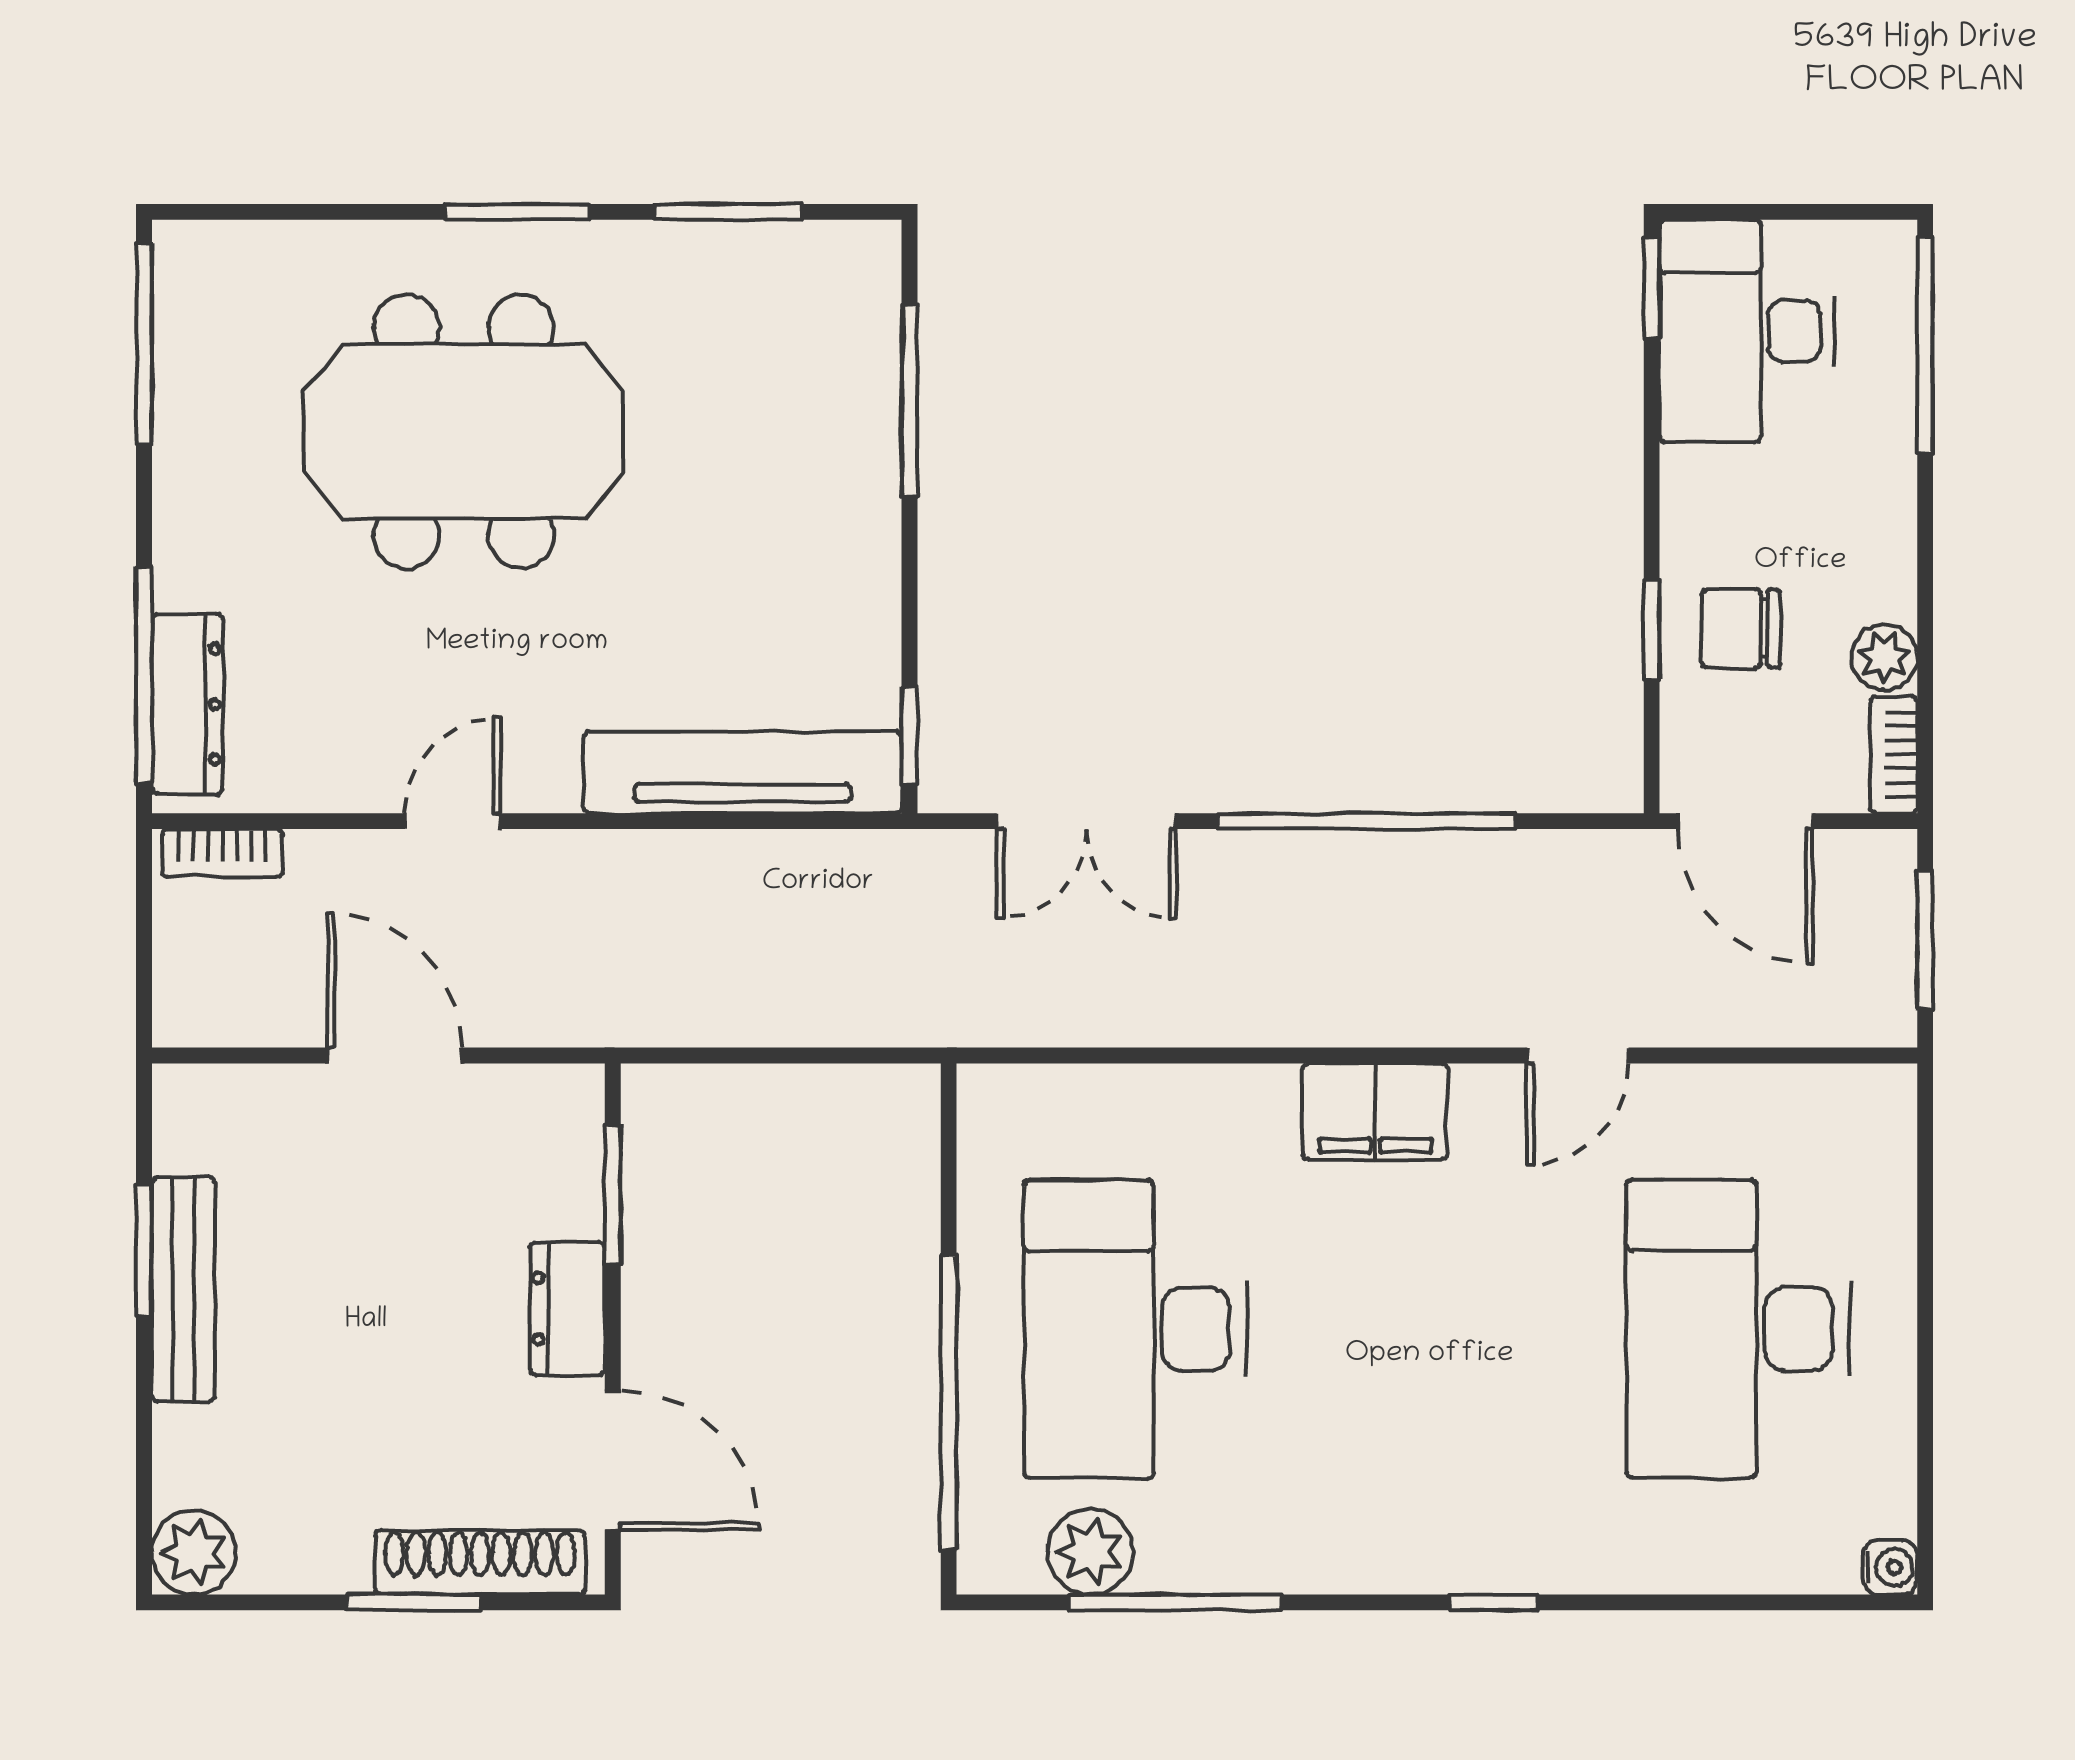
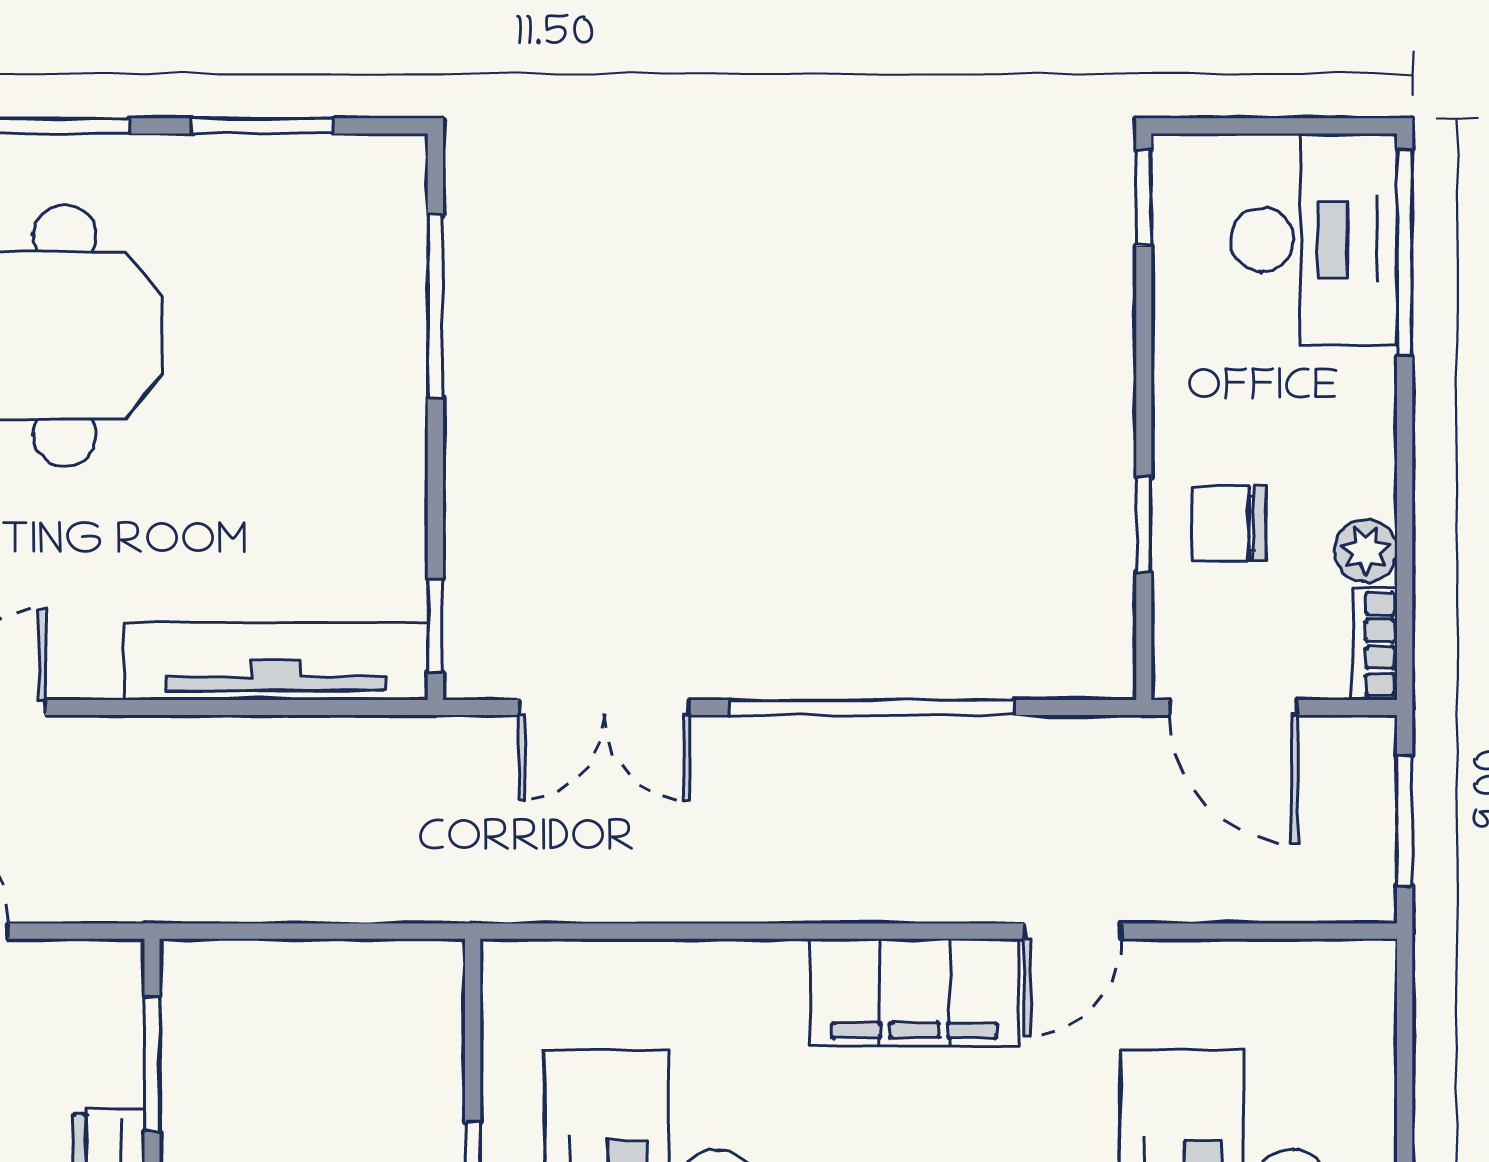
desk: (1747, 331) -> (1314, 239), moved, turned 180
filing cabinet: (1375, 1112) -> (915, 992), width x1.50, depth x1.17

